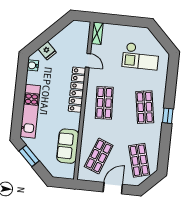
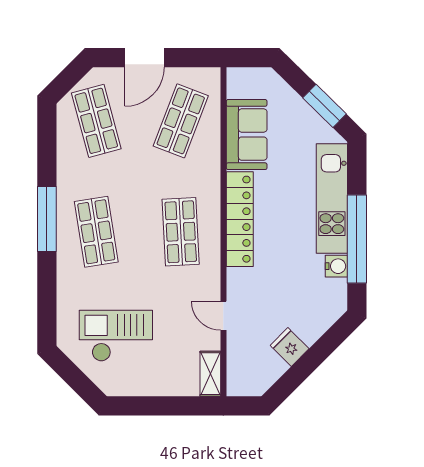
fridge: (47, 51) -> (290, 347), moved
water cooler: (33, 65) -> (336, 266), moved
window: (20, 90) -> (357, 239), added
locker: (77, 90) -> (240, 219), moved
window: (168, 116) -> (47, 219), width x2.17

